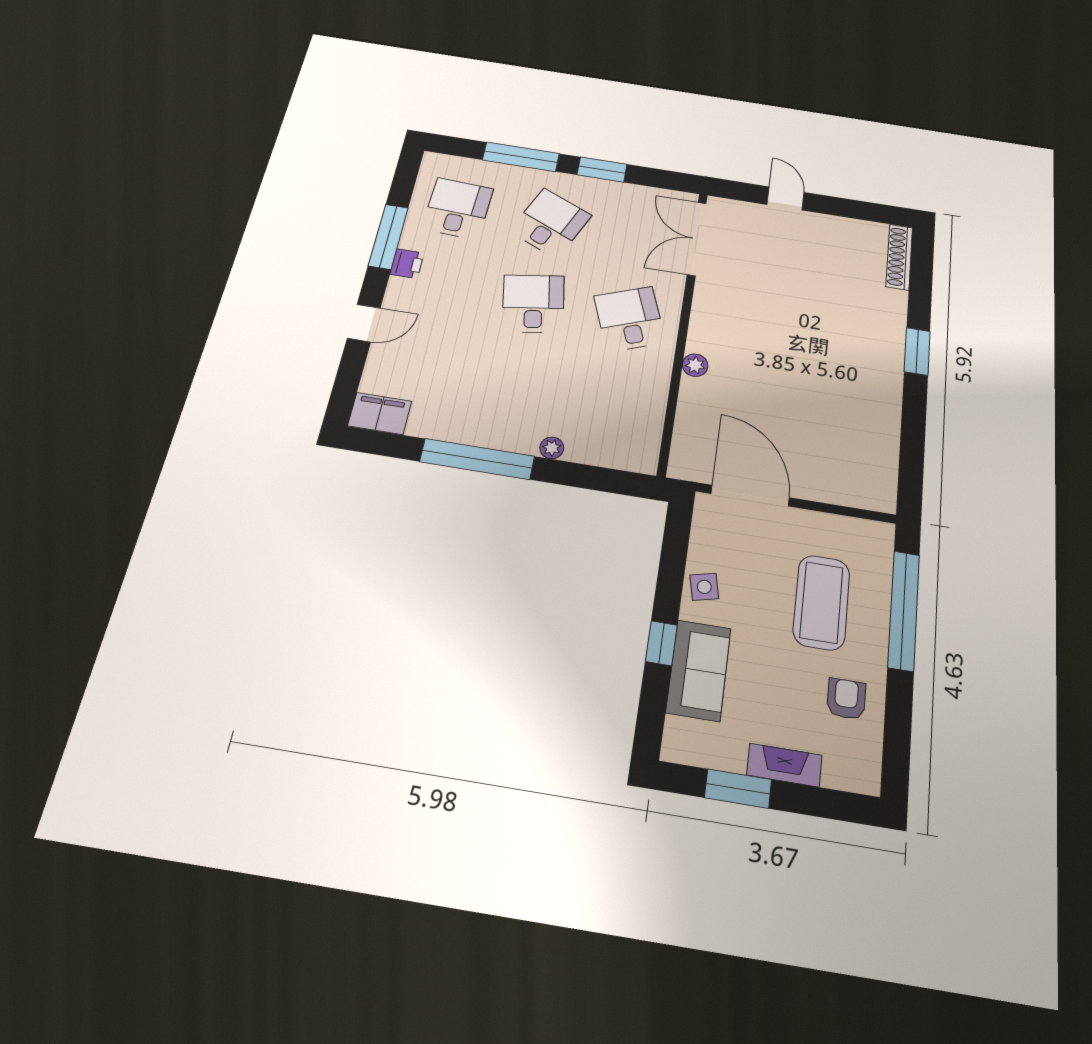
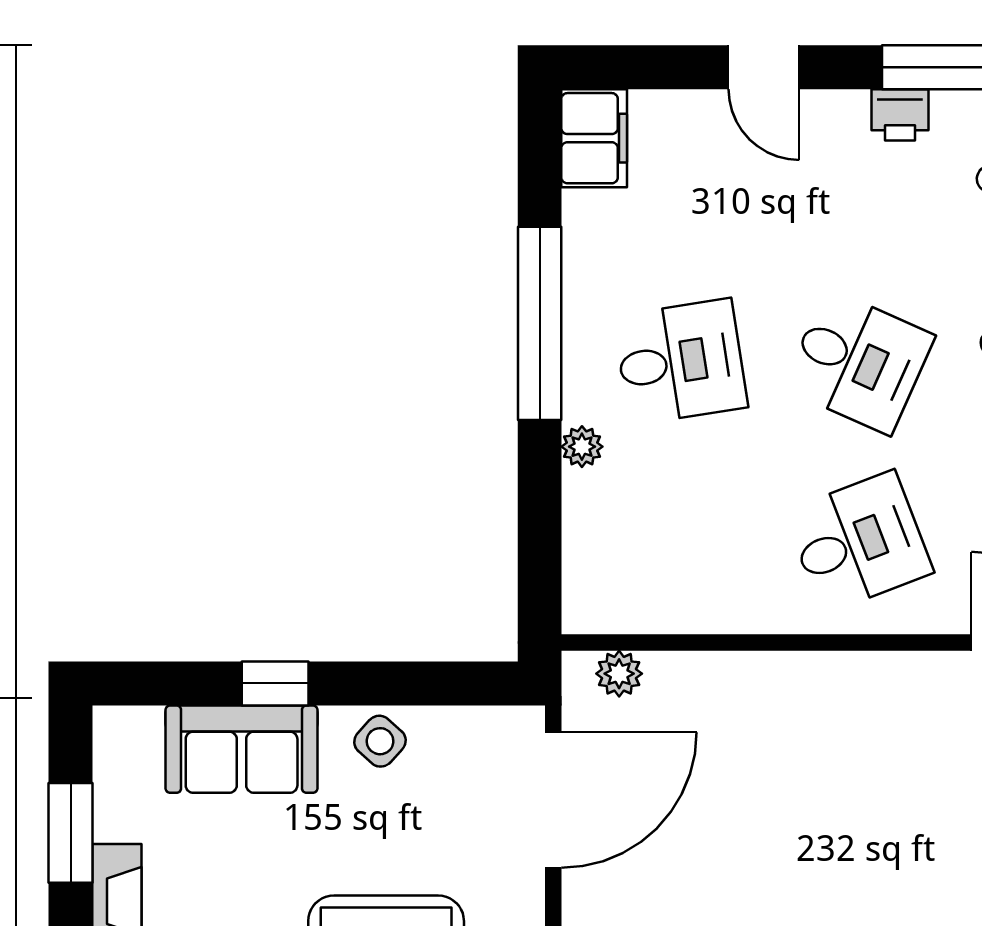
desk: (533, 304) -> (859, 362), turned 33
plant: (695, 365) -> (619, 674), moved
desk: (515, 390) -> (680, 362), added
side table: (704, 587) -> (380, 741), turned -35

